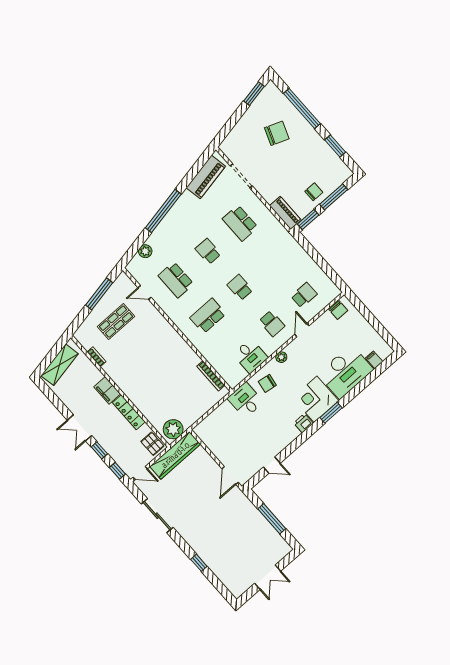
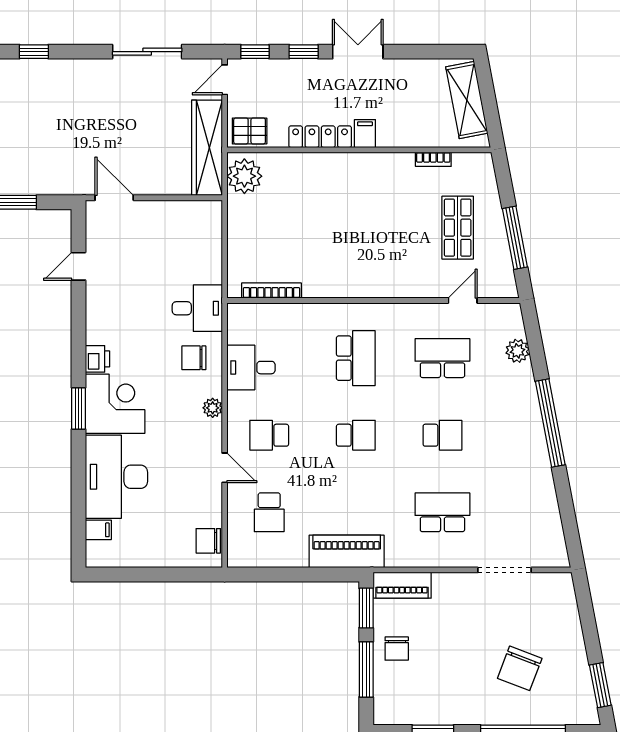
piano: (206, 177) -> (347, 551), moved, turned 101
chair: (267, 383) -> (194, 358), turned -99
filing cabinet: (107, 390) -> (365, 134), width x0.50

